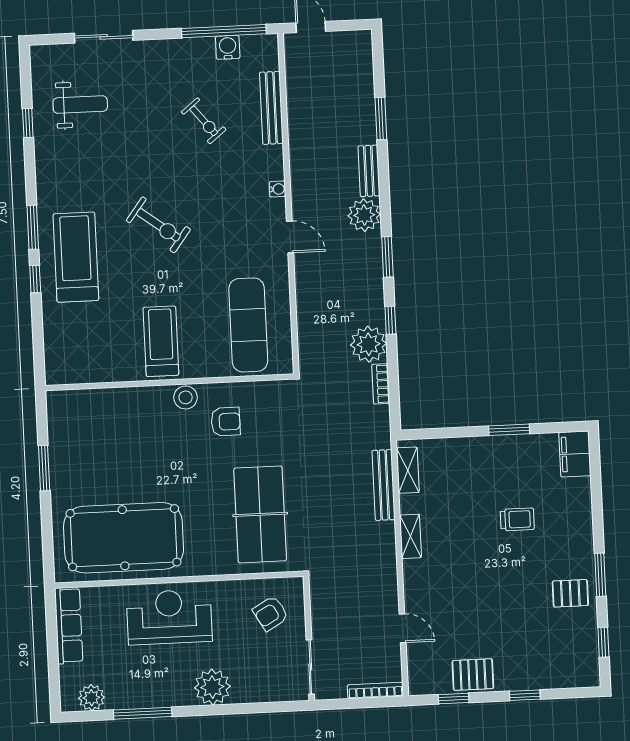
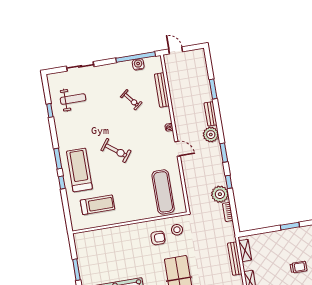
treadmill: (161, 341) -> (98, 205), moved, turned 90
stool: (186, 397) -> (177, 230), moved

